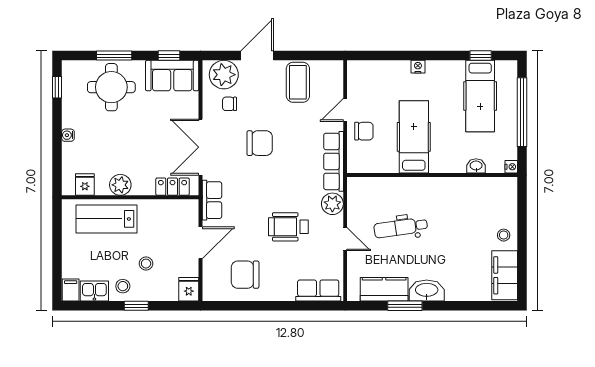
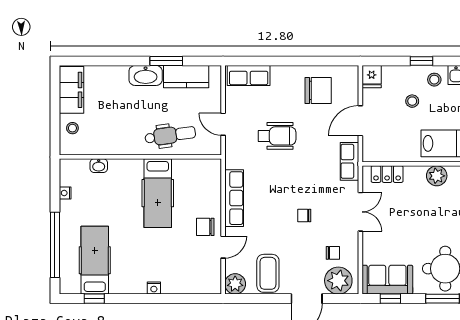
hospital bed: (414, 137) -> (158, 193), moved
chair: (260, 143) -> (304, 215), width x0.54, depth x0.54
double door: (201, 147) -> (360, 212), width x0.73
washbasin: (476, 166) -> (99, 166), moved
wall: (432, 175) -> (140, 157), moved
plant: (332, 204) -> (235, 284), moved

